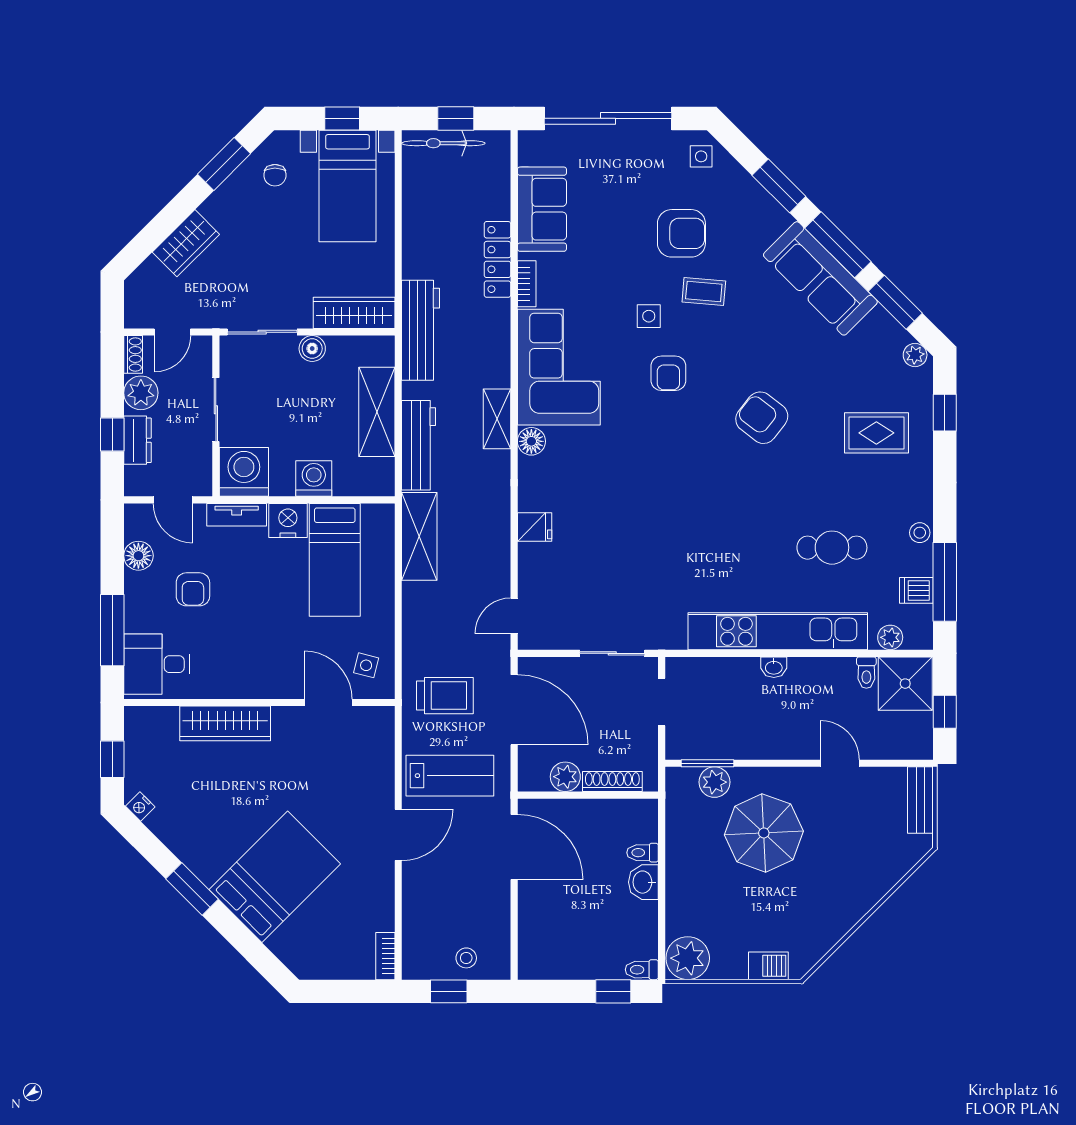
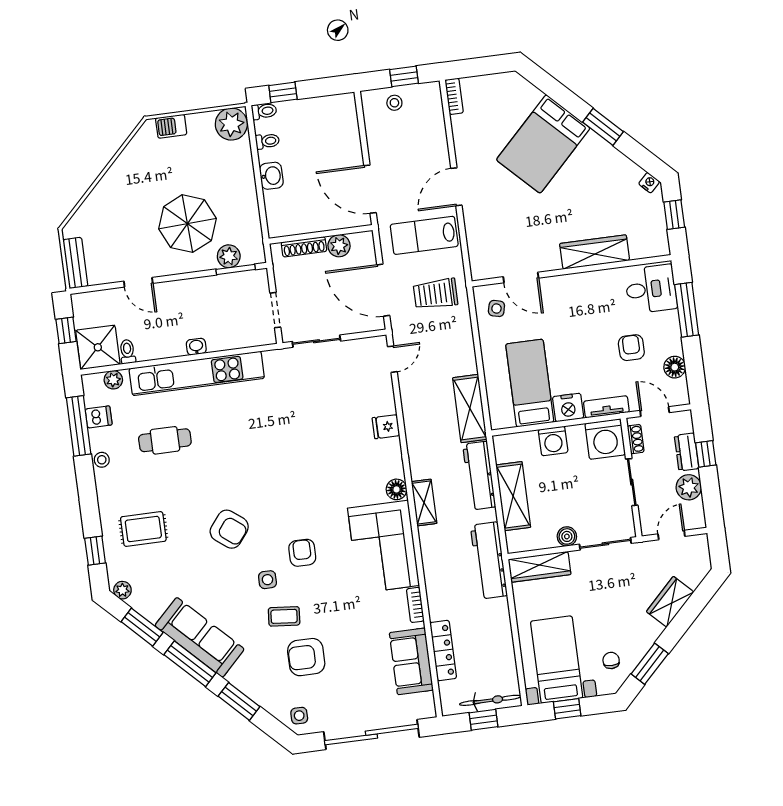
locker: (497, 259) -> (443, 650), moved
side table: (649, 316) -> (267, 580), moved
shoe rack: (133, 354) -> (636, 439), moved, turned 180
toilet: (643, 853) -> (267, 141), moved

